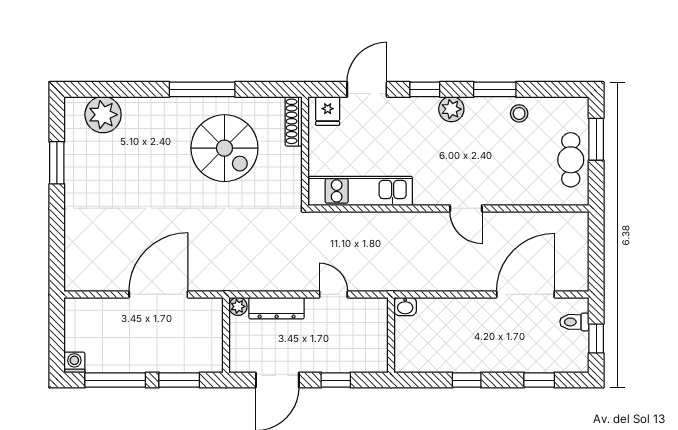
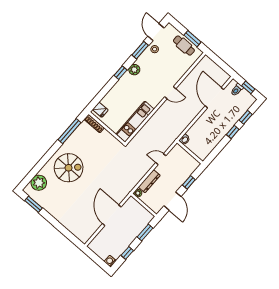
window: (202, 89) -> (70, 131), moved
door: (367, 89) -> (156, 32), moved
window: (596, 139) -> (192, 39), moved
spiral stairs: (224, 148) -> (69, 168), moved
window: (57, 163) -> (33, 204), moved
window: (115, 380) -> (127, 253), width x0.46
window: (467, 380) -> (233, 132), moved

